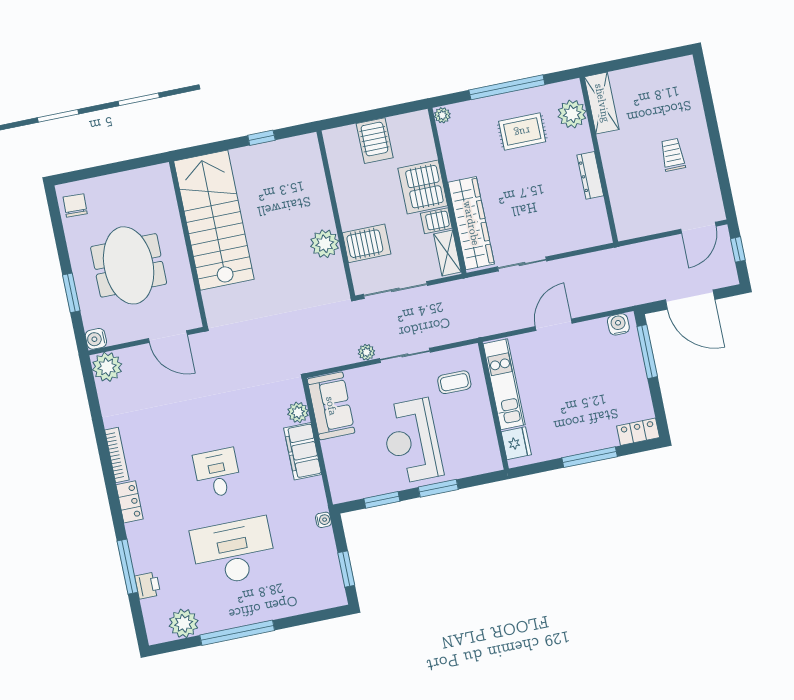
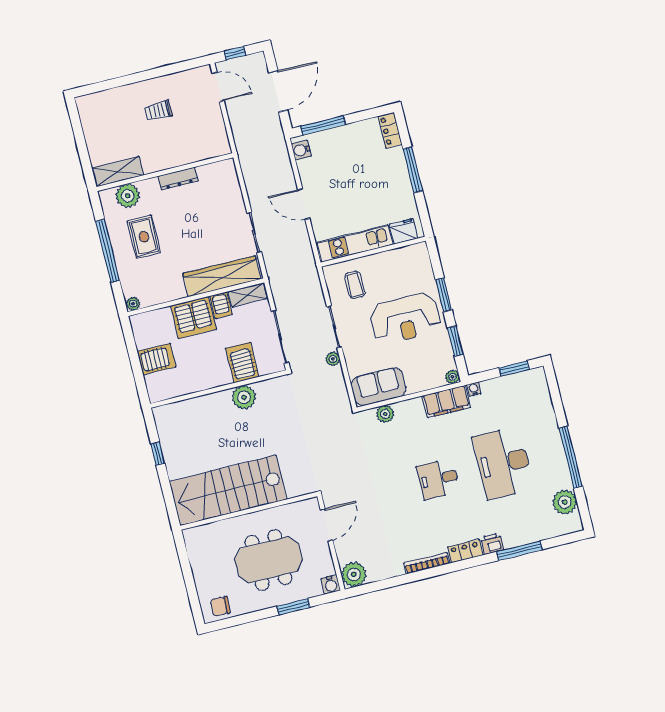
filing cabinet: (303, 451) -> (446, 402), moved
plant: (339, 495) -> (452, 377), added
printer: (148, 585) -> (492, 544), moved

